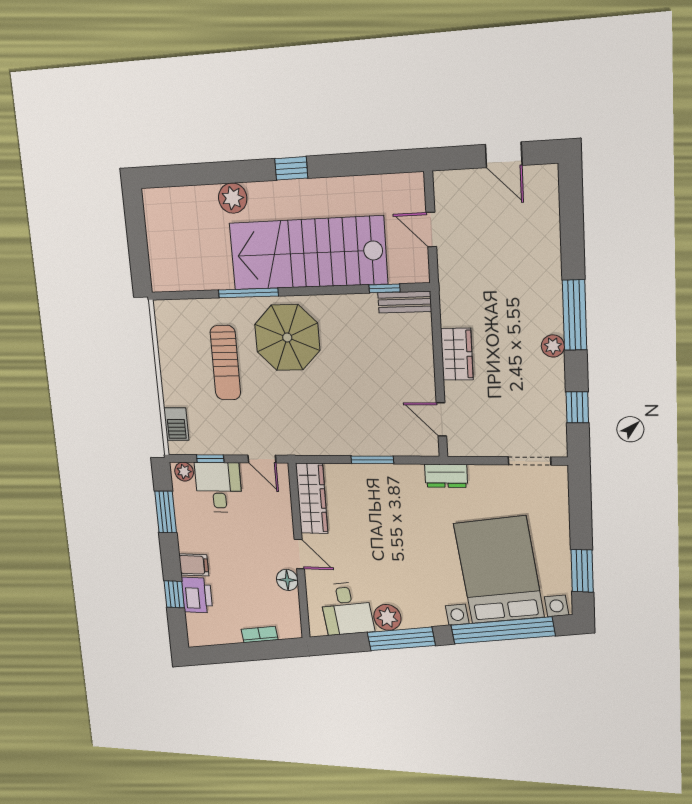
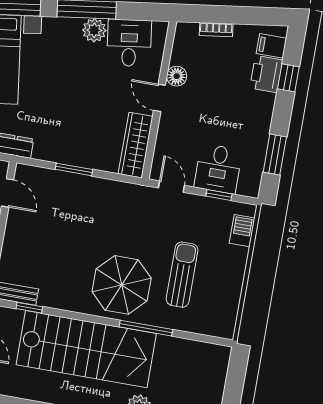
plant: (184, 472) -> (247, 188), removed
filing cabinet: (194, 565) -> (271, 46), moved

